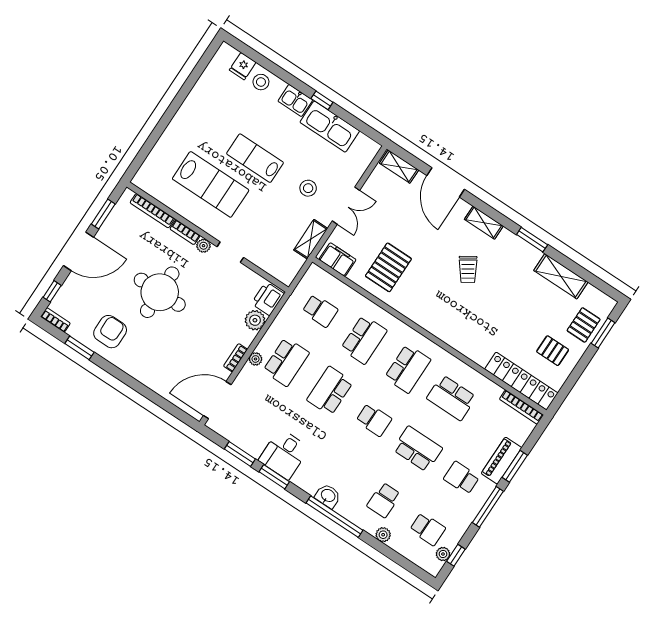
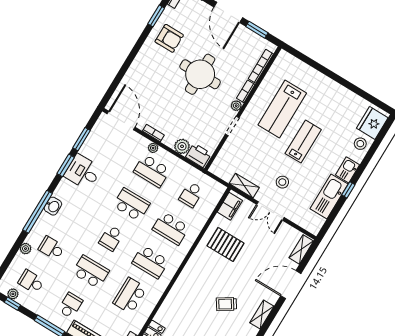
fridge: (243, 66) -> (372, 123), width x1.88, depth x1.34
school desk: (418, 449) -> (91, 272), turned -90
school desk: (428, 529) -> (31, 282), turned 90

